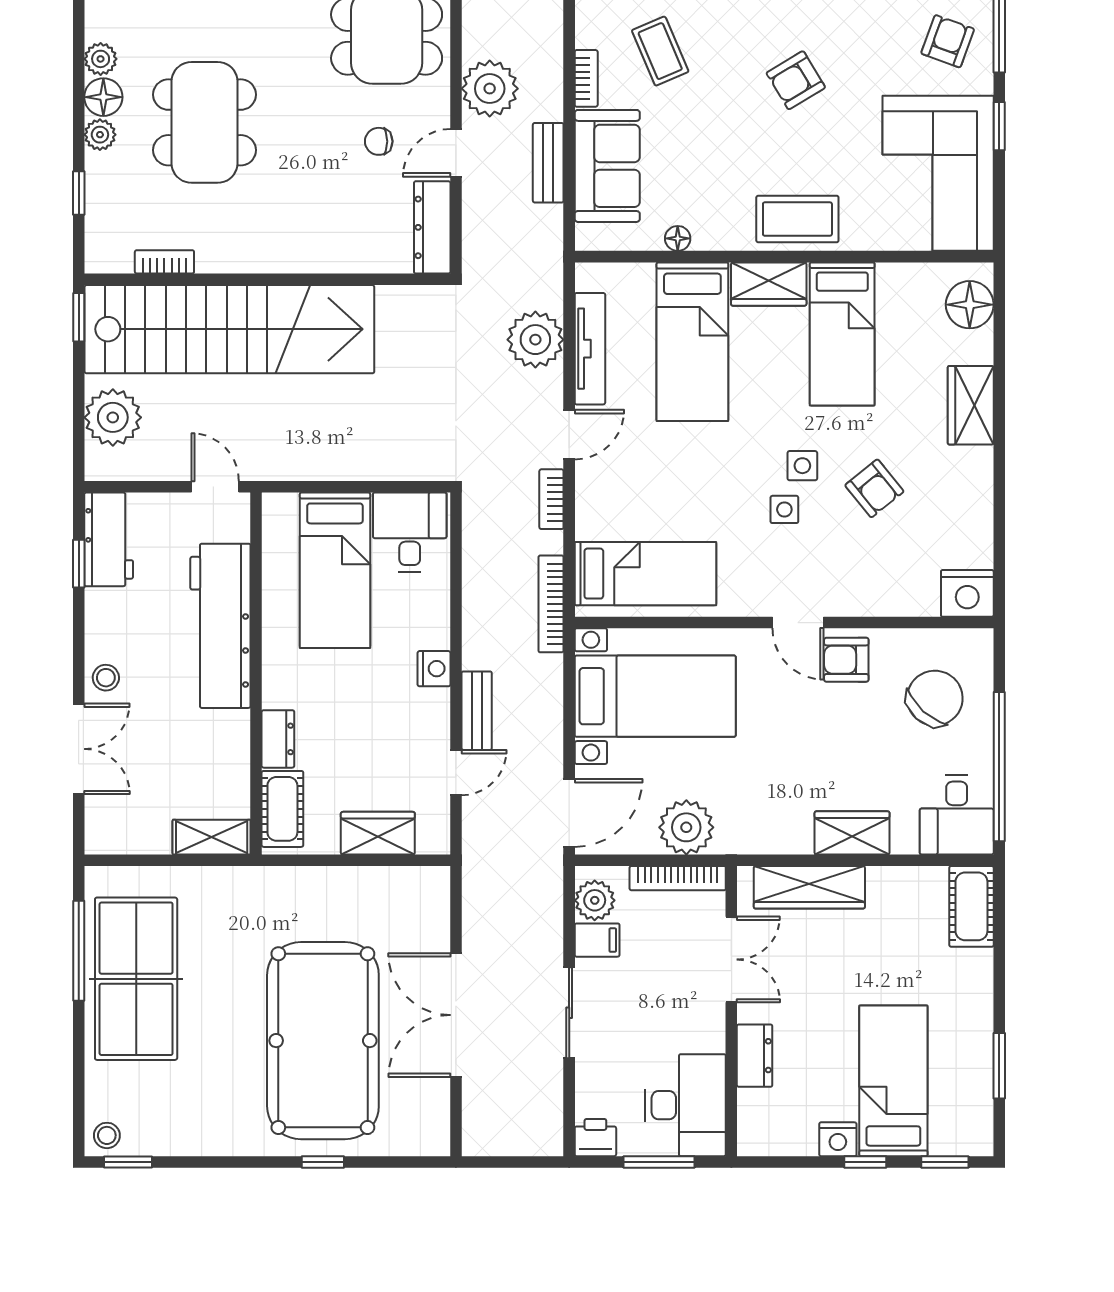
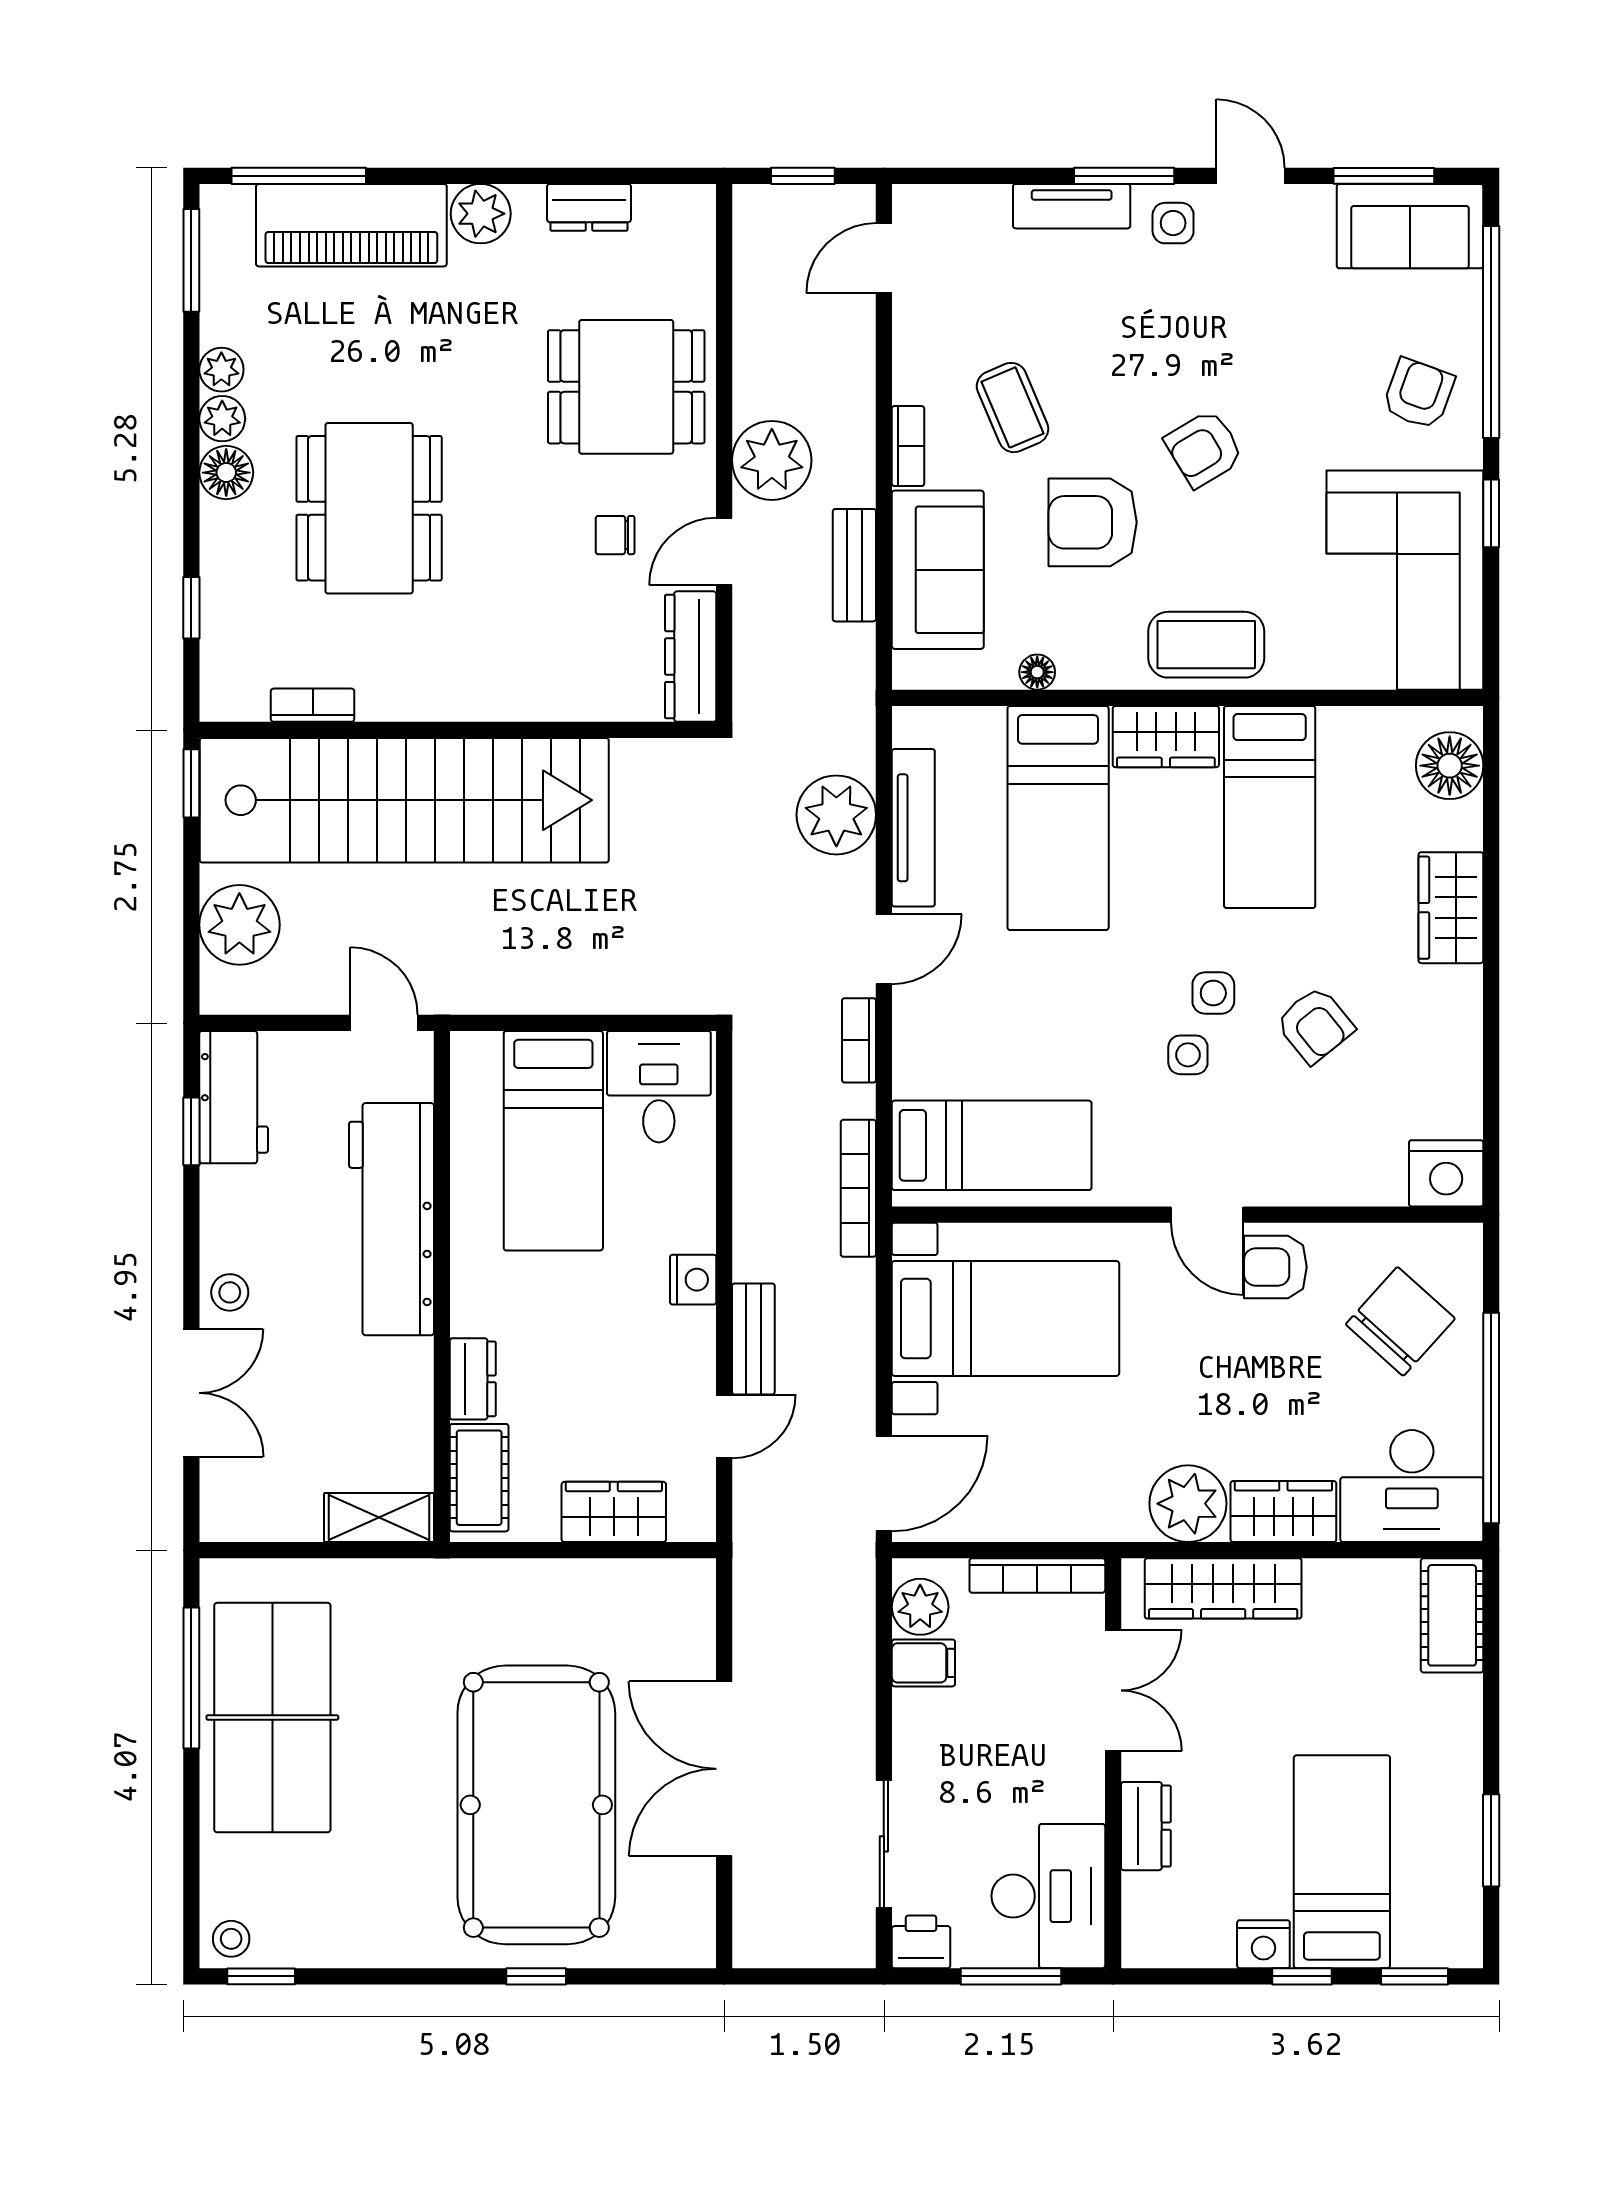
armchair: (717, 132) -> (1093, 522), added
plant: (100, 135) -> (221, 370), moved
desk: (957, 815) -> (1412, 1486), width x1.37
plant: (686, 827) -> (1188, 1504), moved
sliding door: (569, 1013) -> (884, 1844), moved

